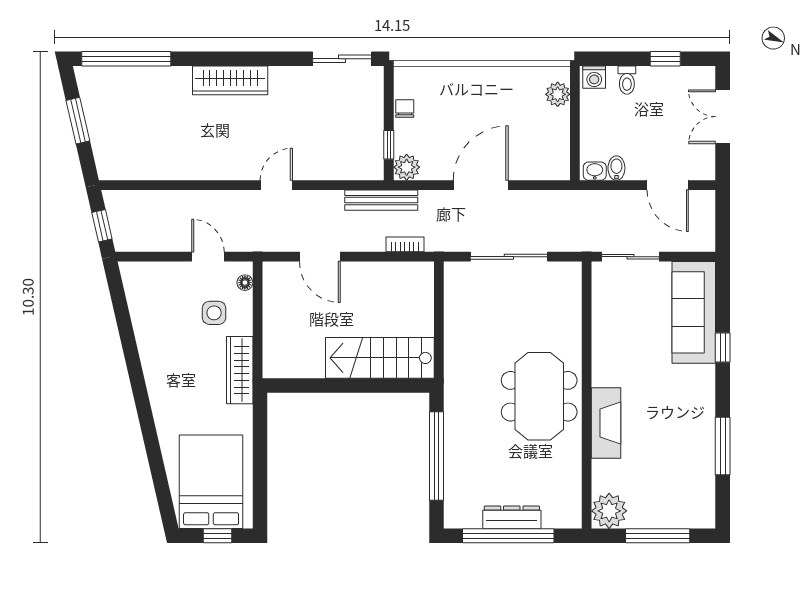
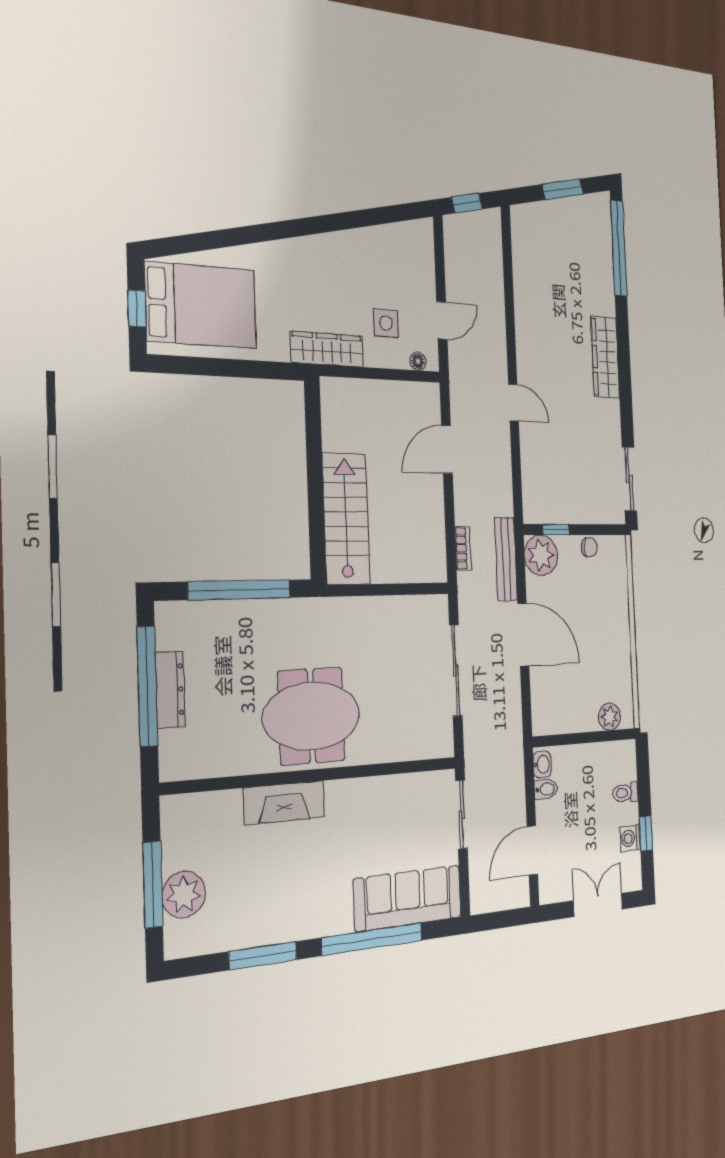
washing machine: (594, 77) -> (630, 838), moved
plant: (407, 167) -> (541, 555), width x1.36, depth x1.36
bench: (381, 200) -> (506, 559), moved
window: (723, 348) -> (372, 939), width x3.17
plant: (609, 511) -> (184, 894), moved

